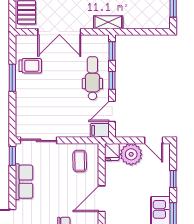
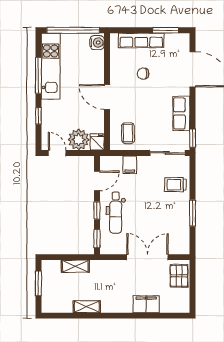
shelving: (108, 22) -> (75, 266), moved
trolley: (30, 66) -> (175, 185), moved
filing cabinet: (100, 130) -> (130, 165), moved, turned 90
door: (102, 199) -> (107, 97), swing flipped

